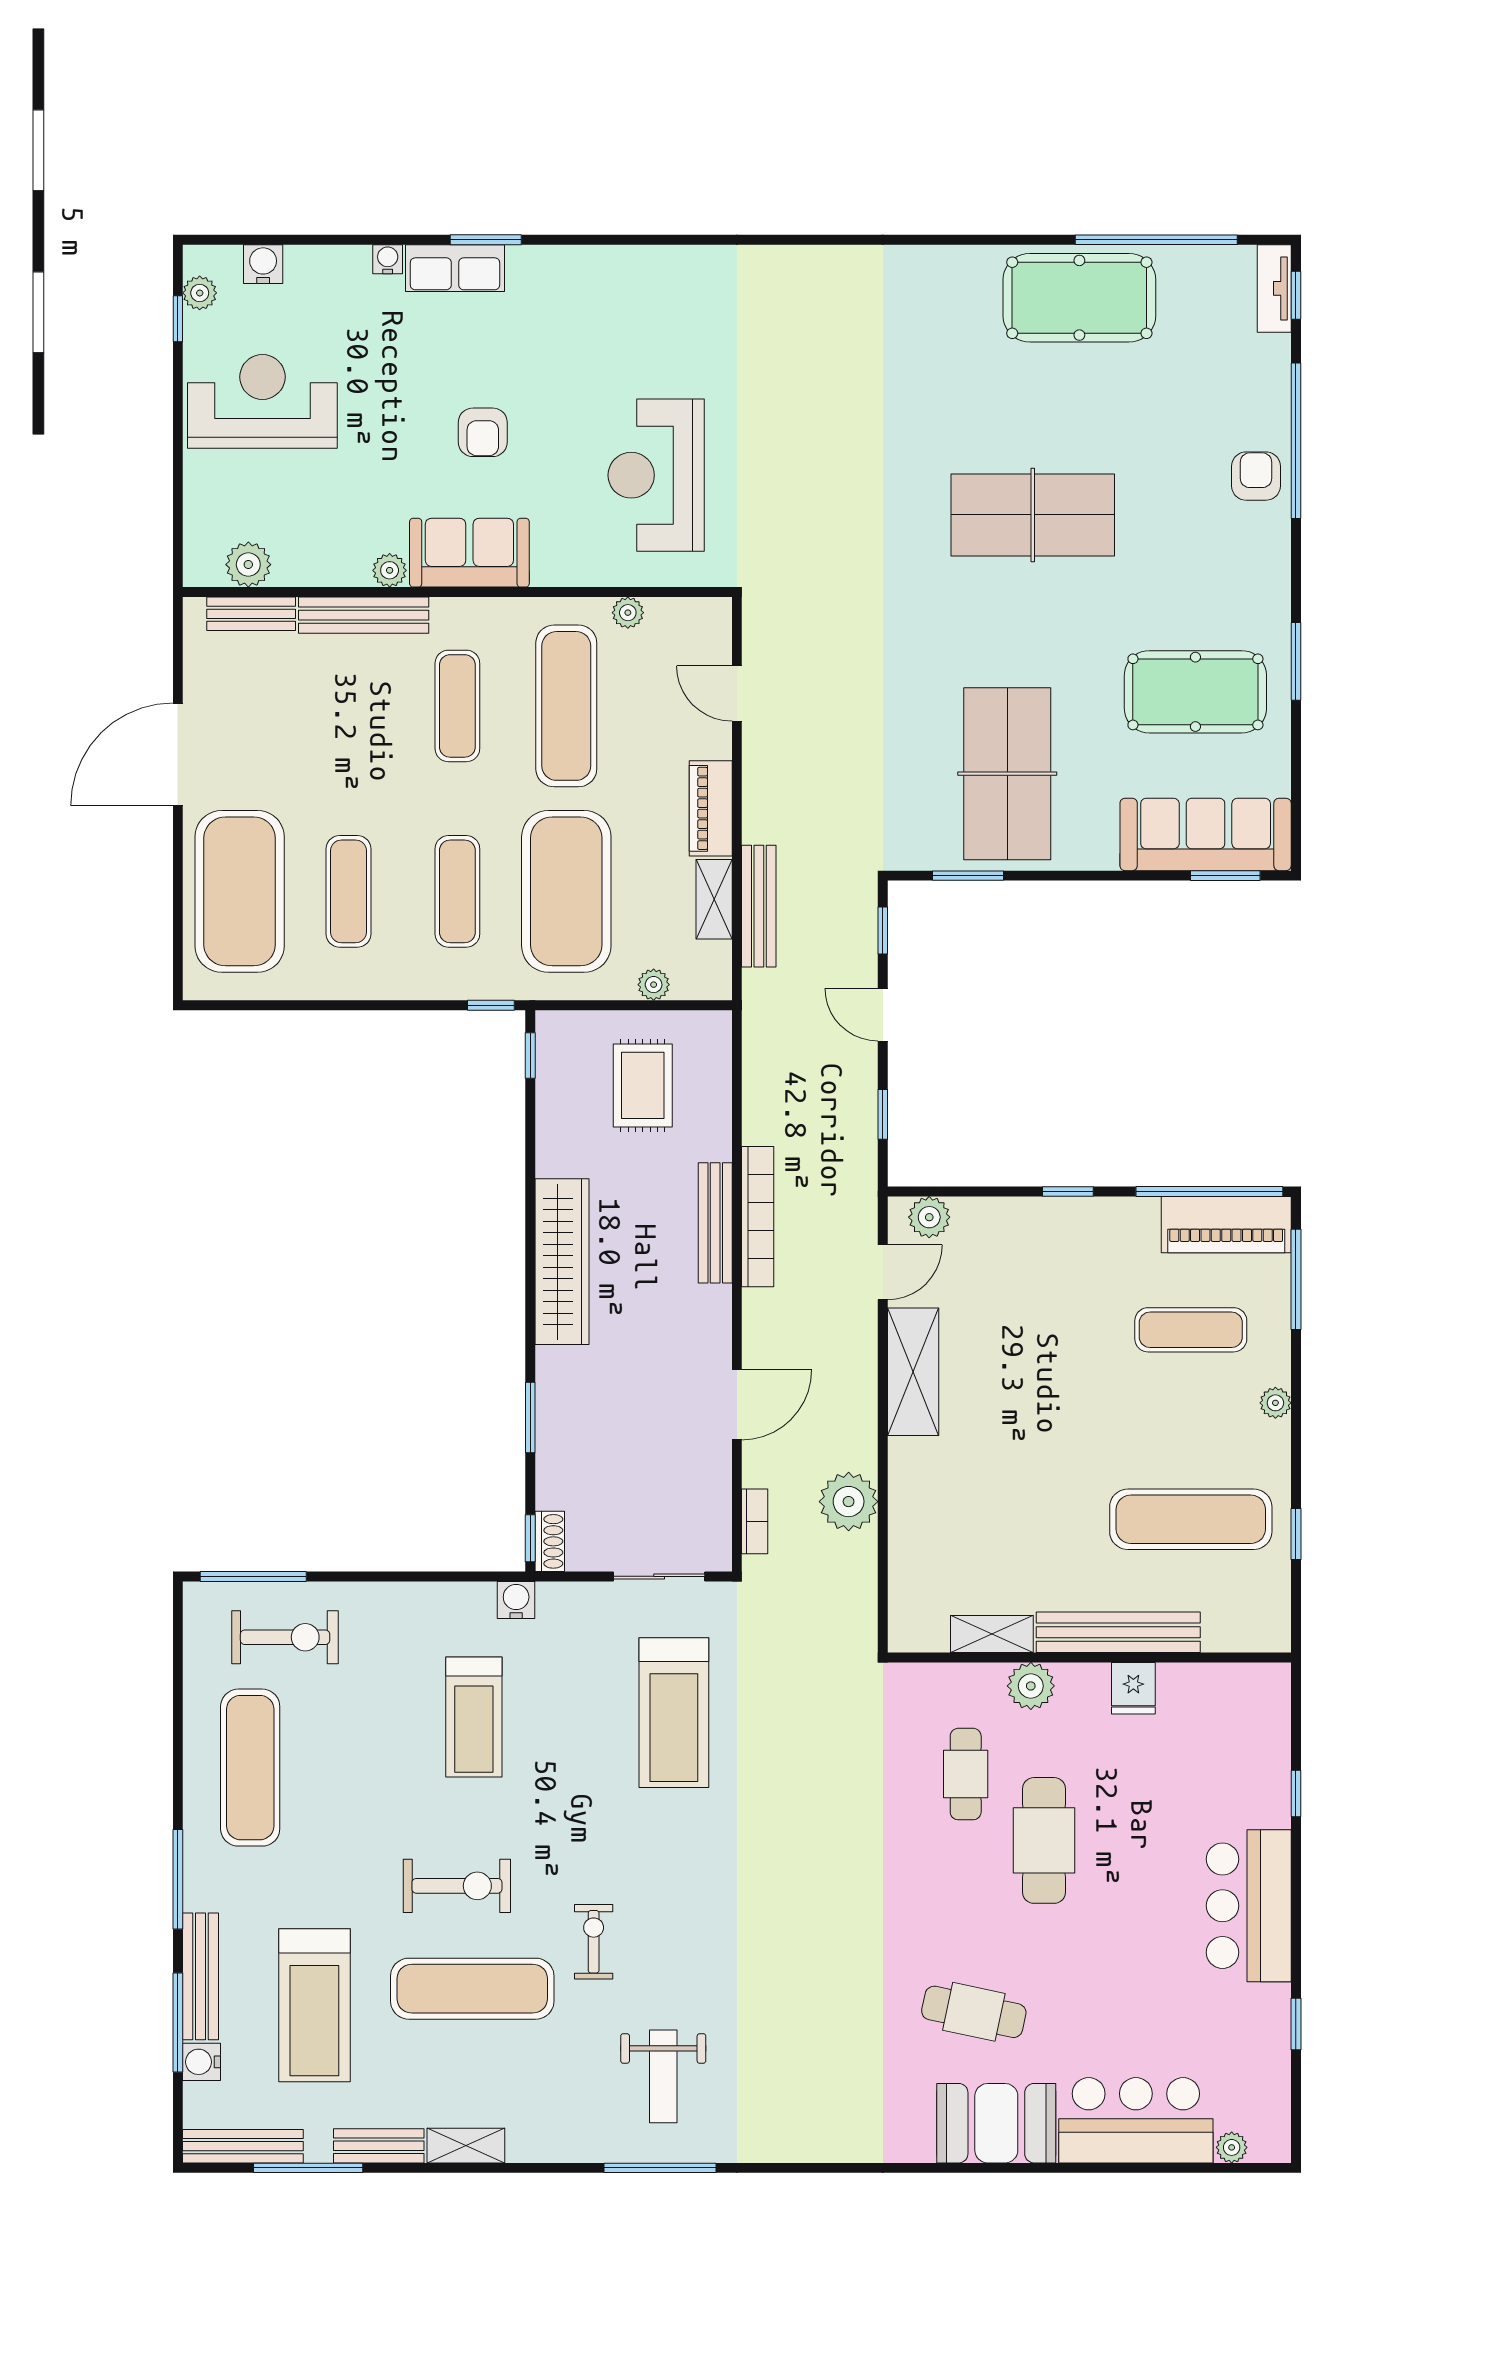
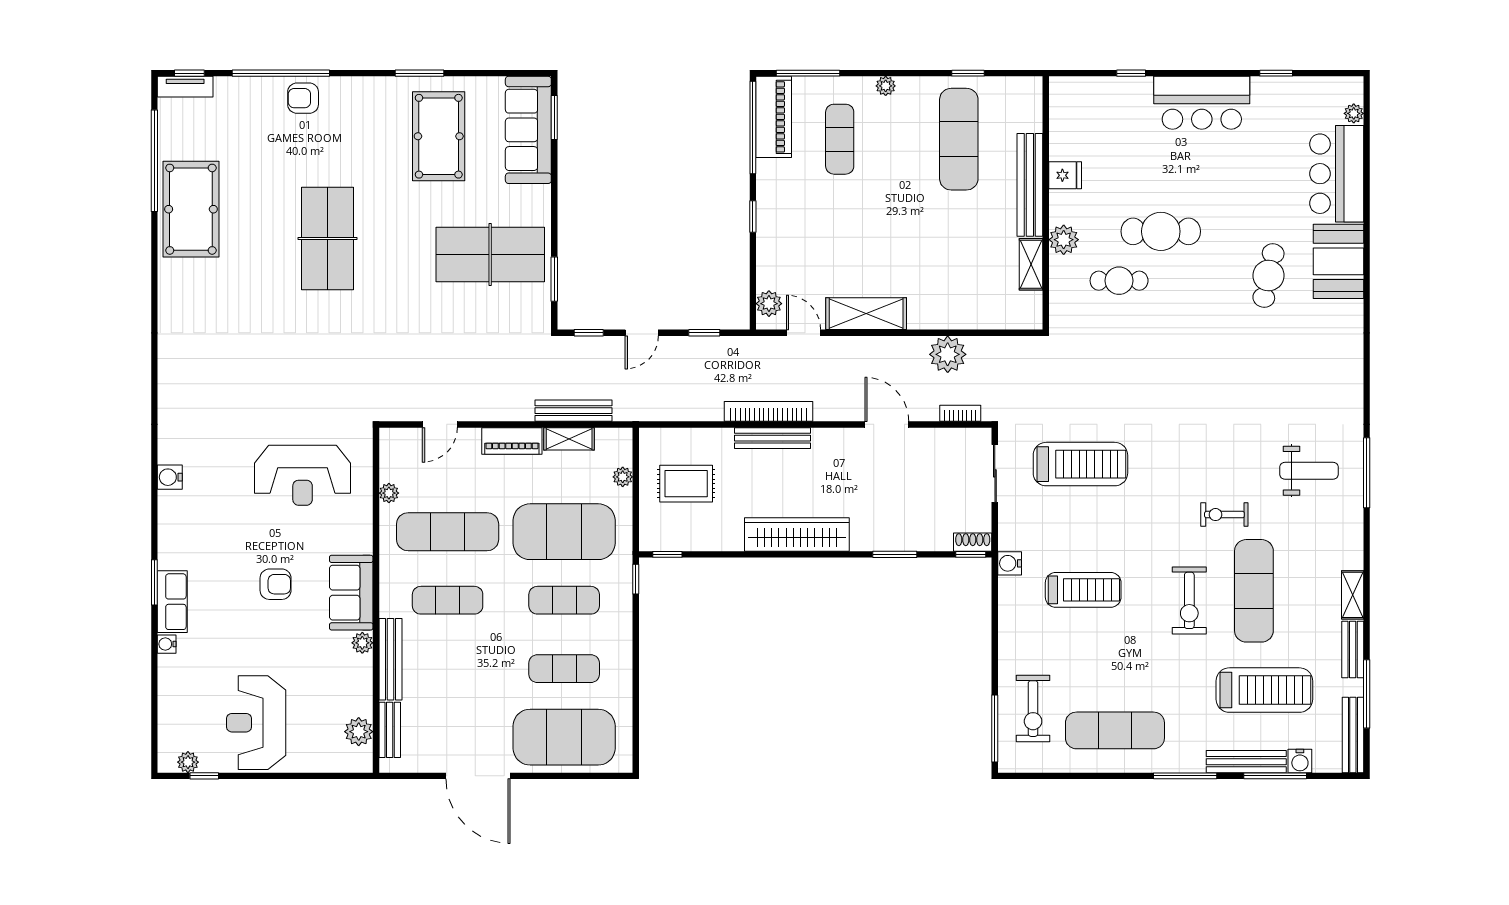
water cooler: (263, 264) -> (170, 477), moved
exercise bike: (285, 1637) -> (1033, 709), turned 180
exercise bike: (457, 1886) -> (1189, 600), turned 180

